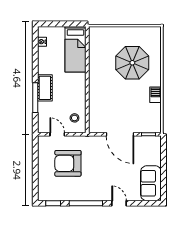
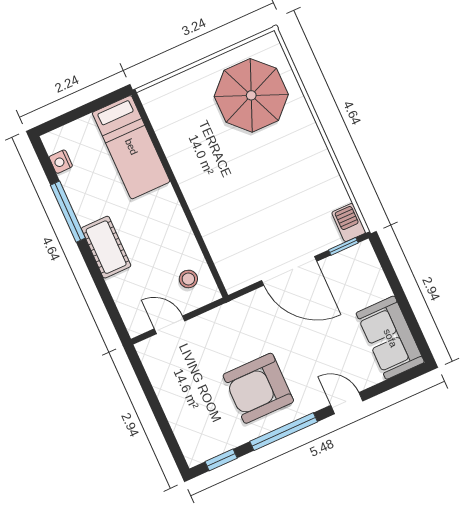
parasol: (132, 63) -> (251, 95), moved
barbecue: (155, 95) -> (349, 223), moved
window: (35, 98) -> (68, 212), moved
armchair: (68, 163) -> (258, 388), moved

